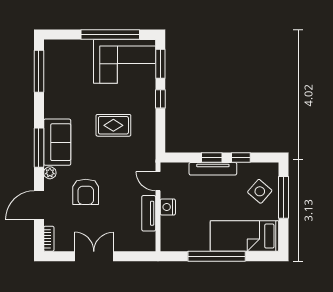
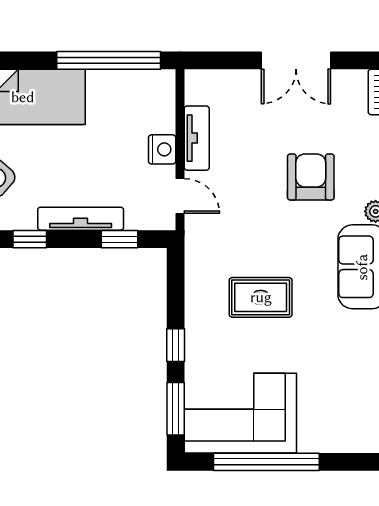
window: (212, 157) -> (120, 239), moved
window: (217, 256) -> (109, 60), moved

